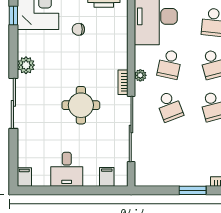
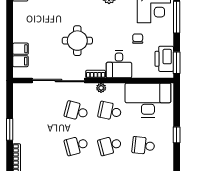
school desk: (170, 106) -> (76, 111), turned 36
desk: (67, 169) -> (119, 64), moved, turned -90
filing cabinet: (91, 177) -> (21, 49), added

